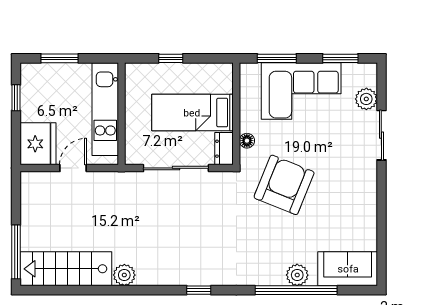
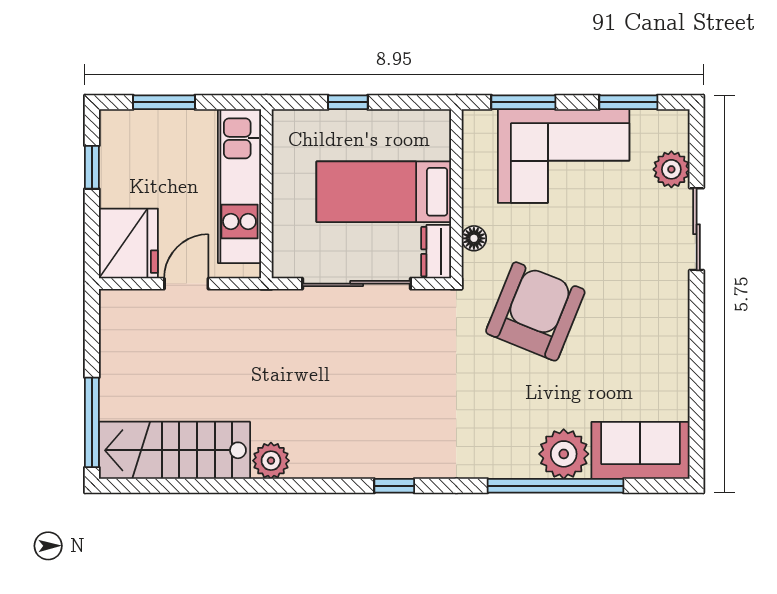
plant: (297, 275) -> (564, 454), width x1.36, depth x1.36

